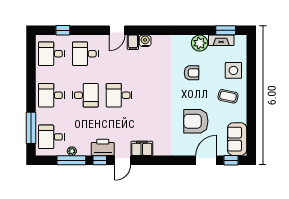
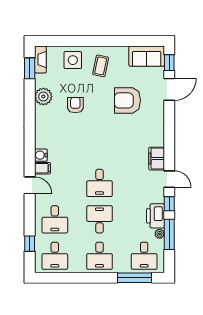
fireplace: (221, 40) -> (40, 60), moved
armchair: (196, 121) -> (127, 100), turned 90
printer: (103, 147) -> (156, 216), moved
door: (206, 160) -> (169, 89), swing flipped

